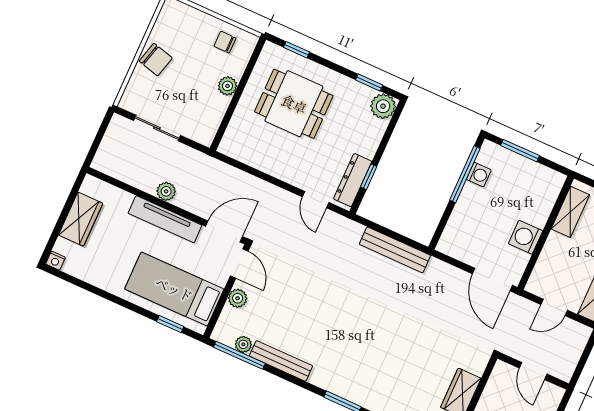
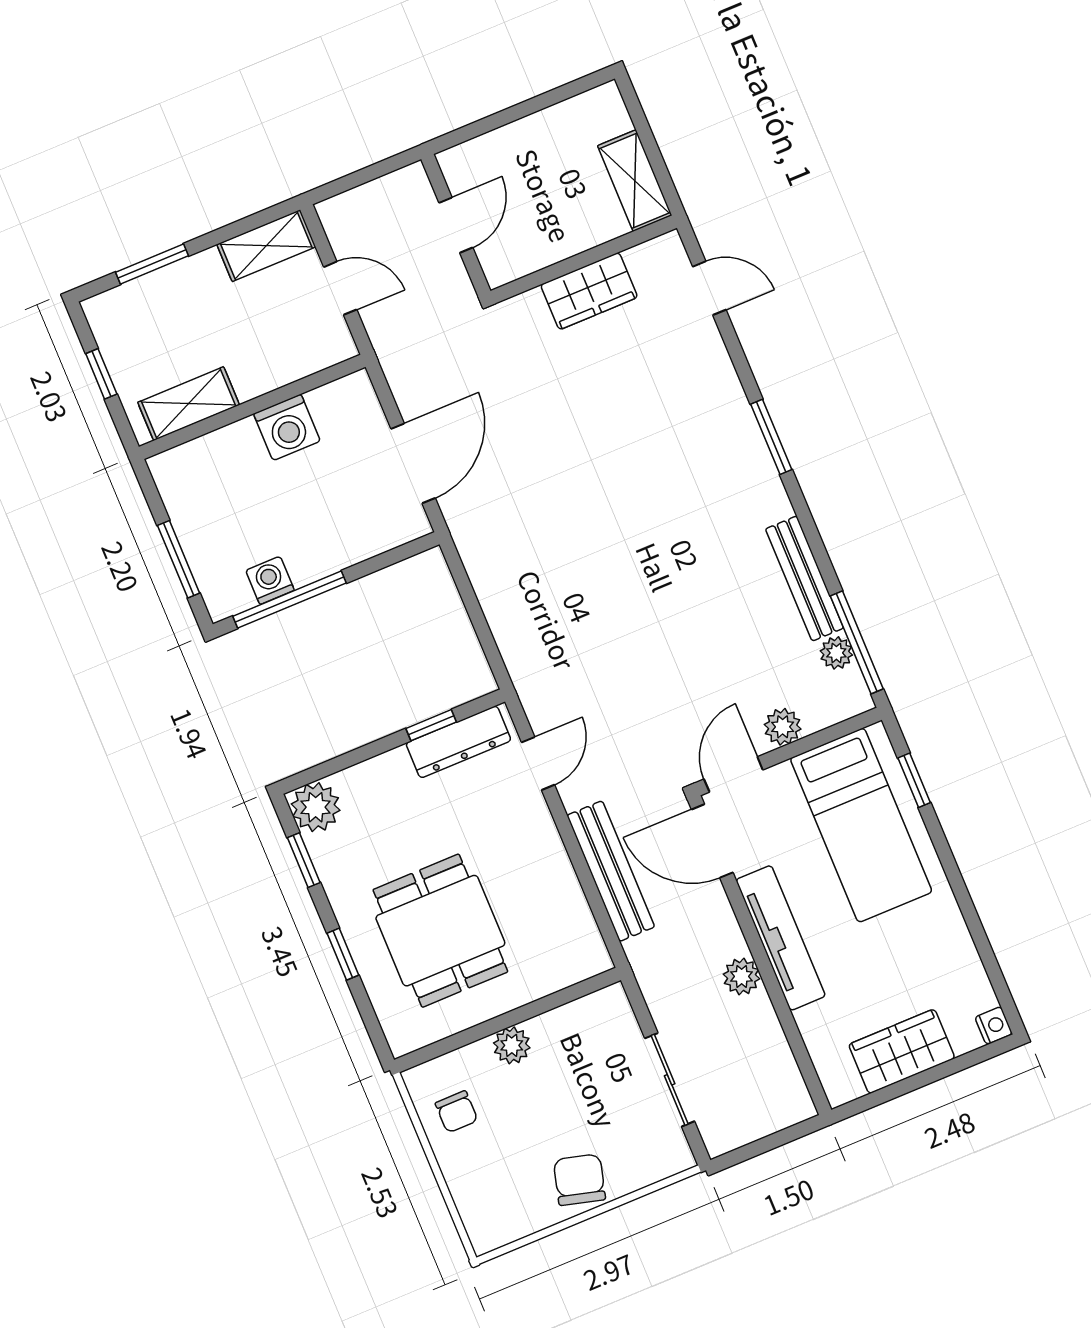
window: (296, 50) -> (343, 954), moved
bench: (395, 250) -> (611, 871), moved
door: (492, 279) -> (413, 463), moved

